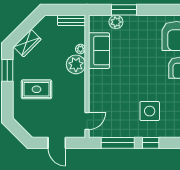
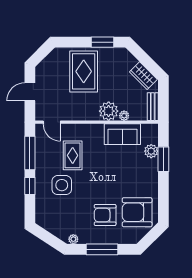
wardrobe: (27, 43) -> (143, 76), moved
rug: (36, 89) -> (84, 71), width x1.36, depth x1.43
rug: (120, 100) -> (73, 155), added

